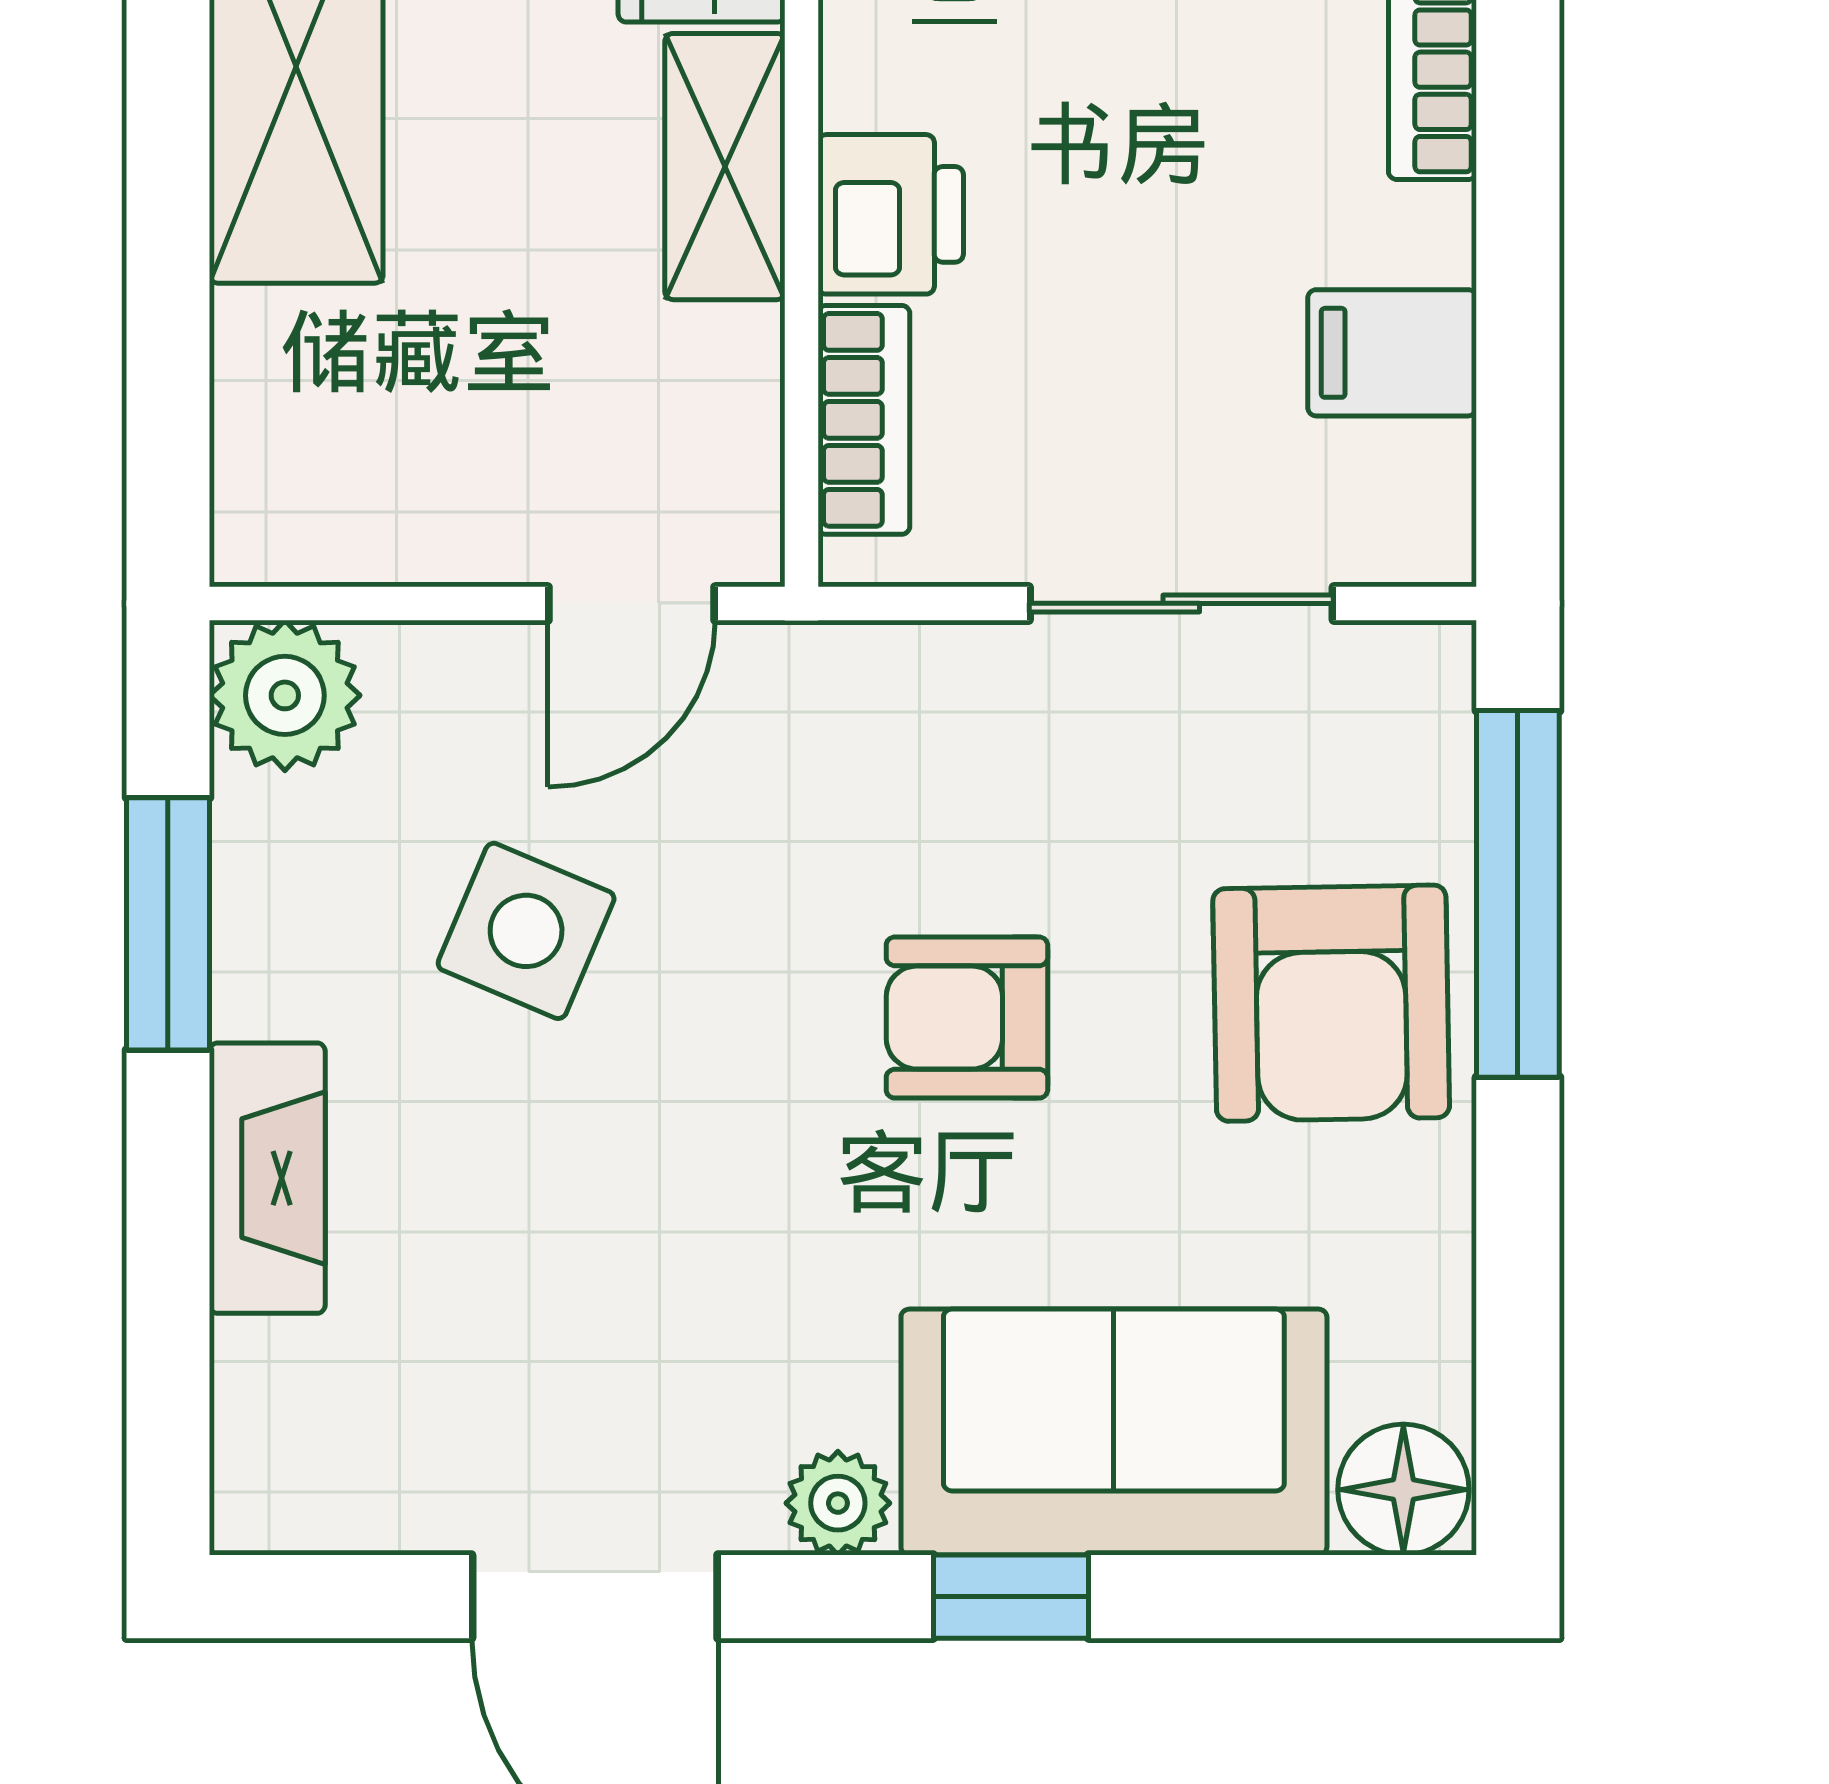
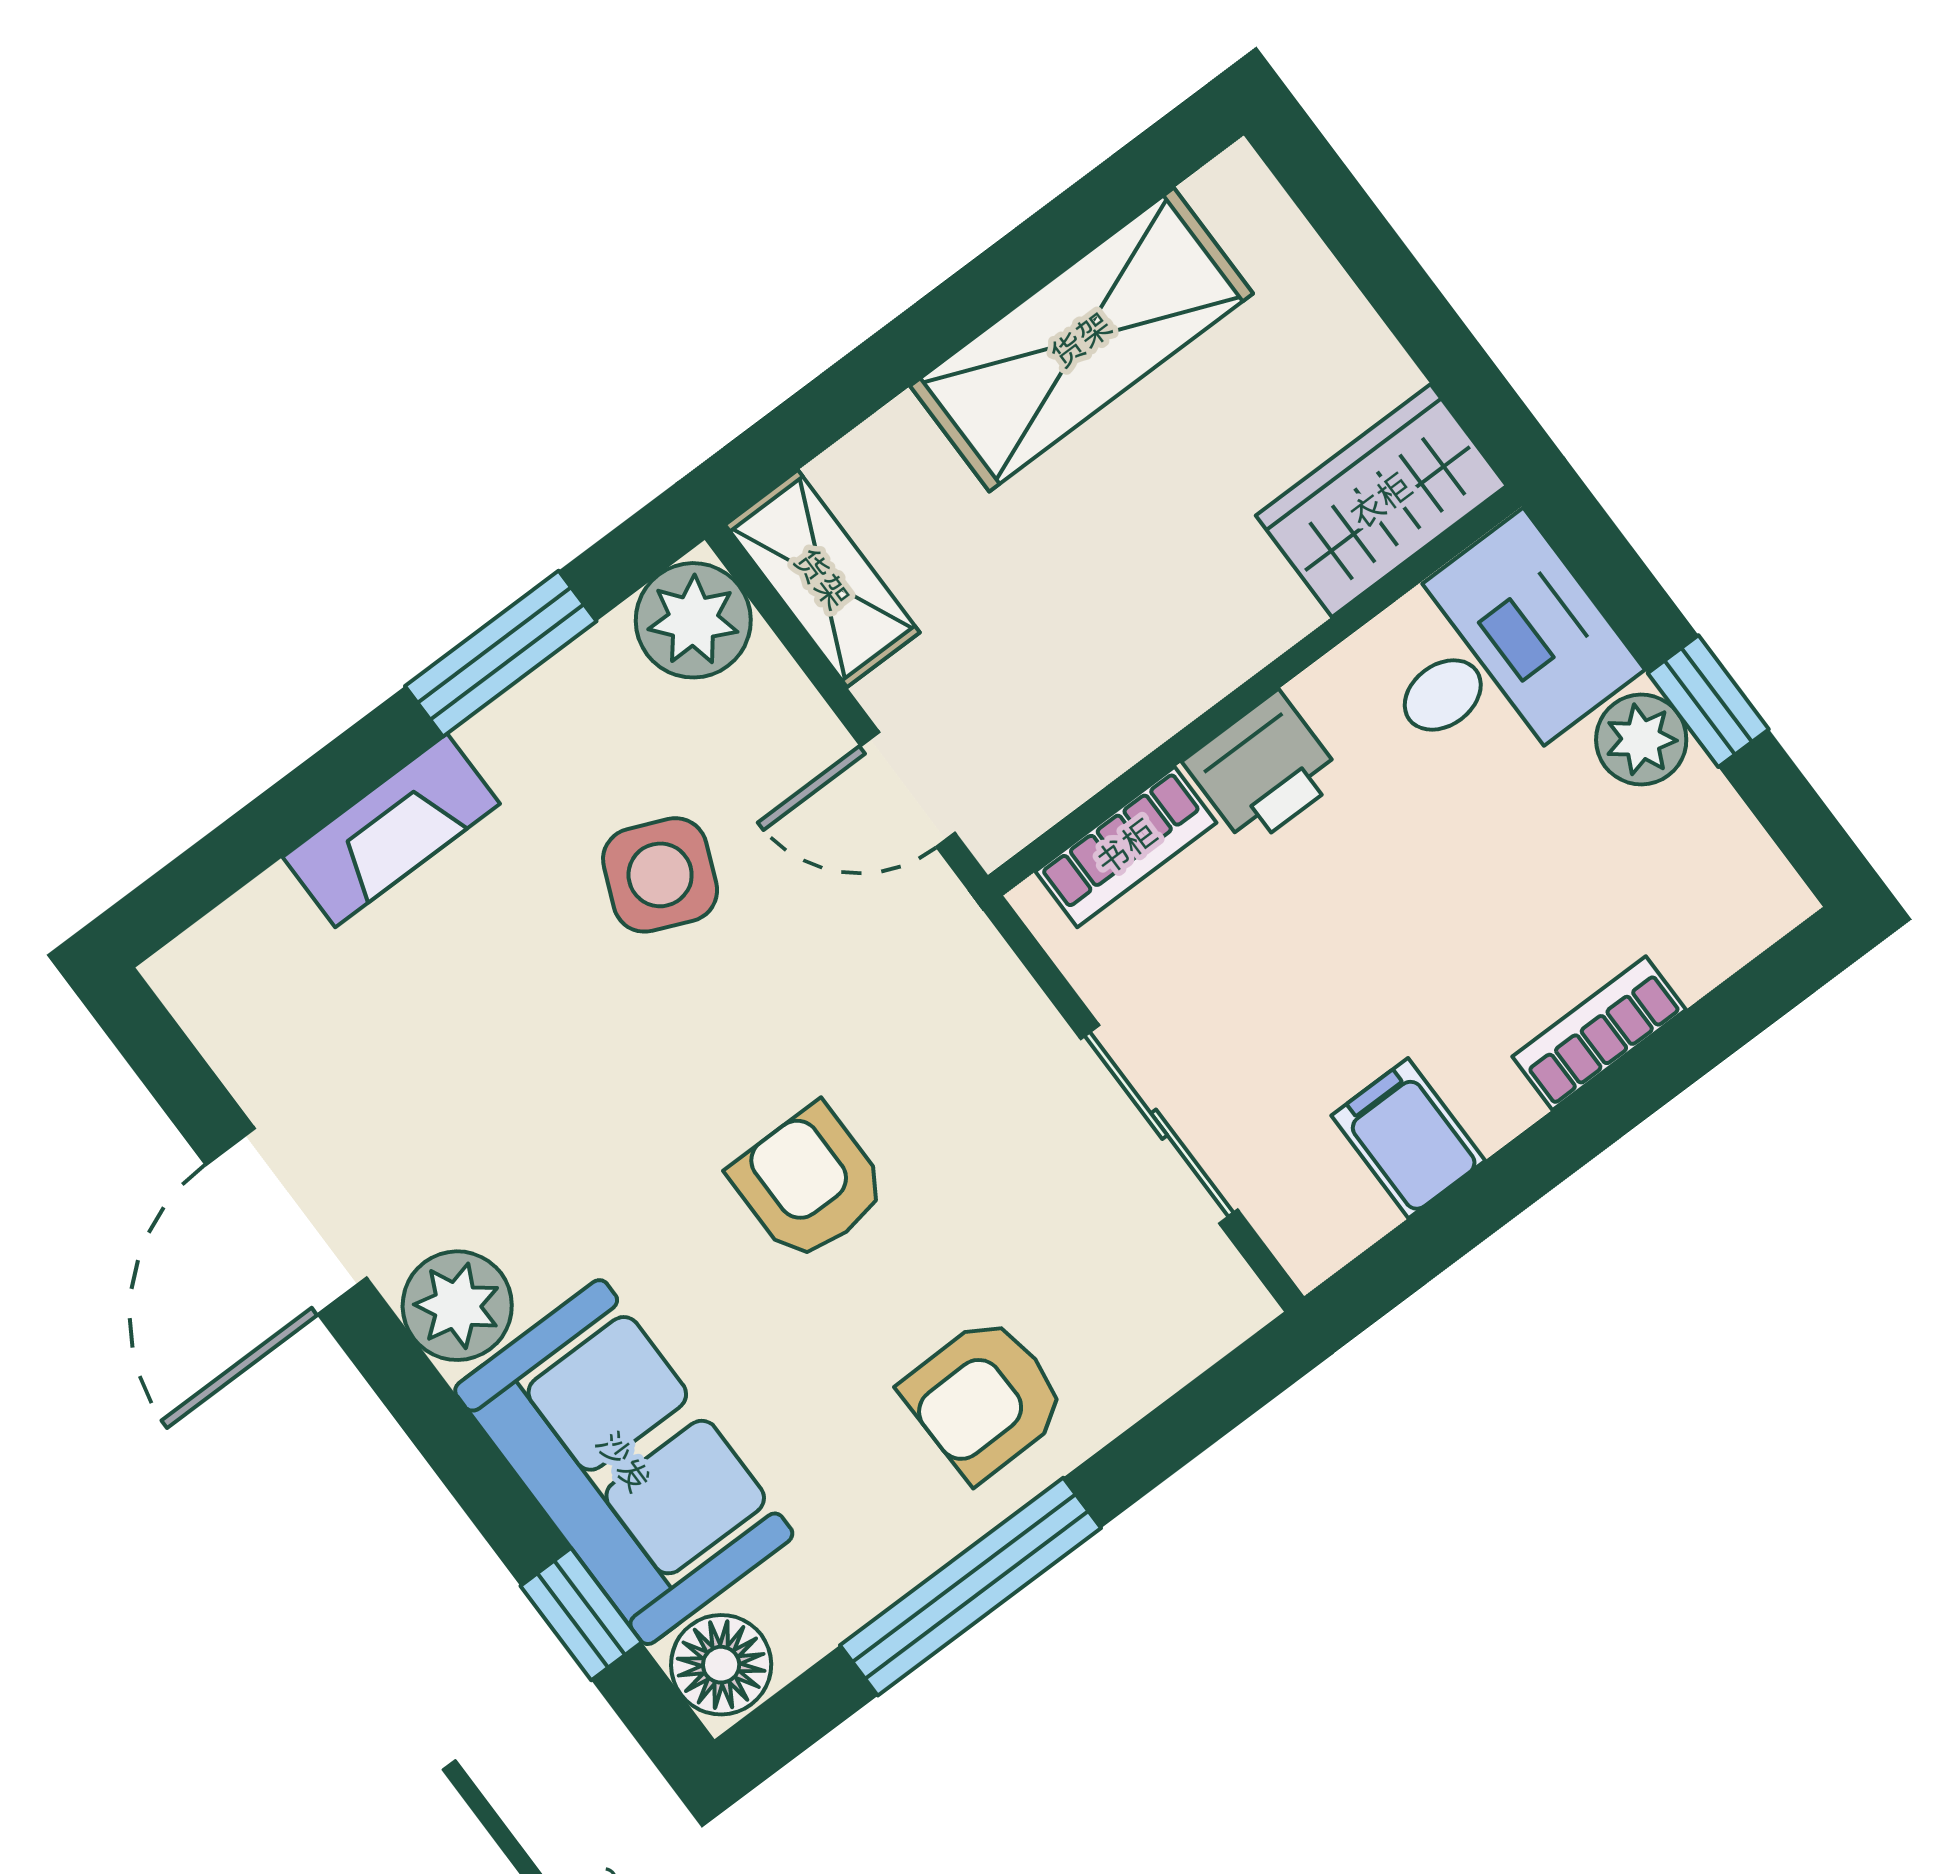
shelving: (725, 167) -> (822, 579), moved, turned 90
window: (1518, 894) -> (970, 1587), moved
armchair: (1331, 1003) -> (984, 1398), width x0.72, depth x0.72
plant: (838, 1503) -> (457, 1306), width x1.38, depth x1.38
window: (1011, 1597) -> (581, 1614), moved

